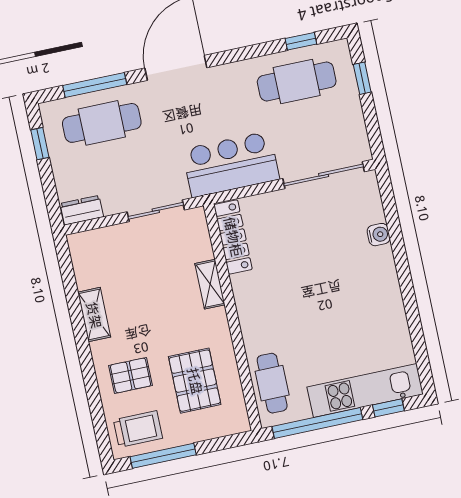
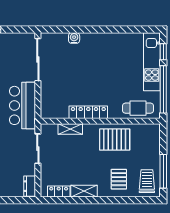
locker: (233, 237) -> (88, 112), moved
locker: (83, 267) -> (59, 191), added
shelving: (210, 284) -> (70, 129), moved
pallet: (195, 381) -> (115, 140), moved

